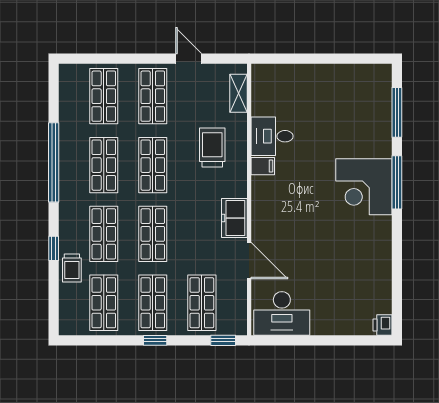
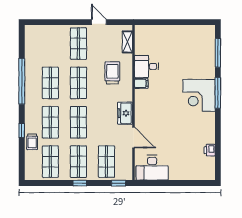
shop shelf: (104, 96) -> (50, 44), removed
printer: (382, 325) -> (210, 150), moved

